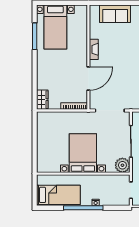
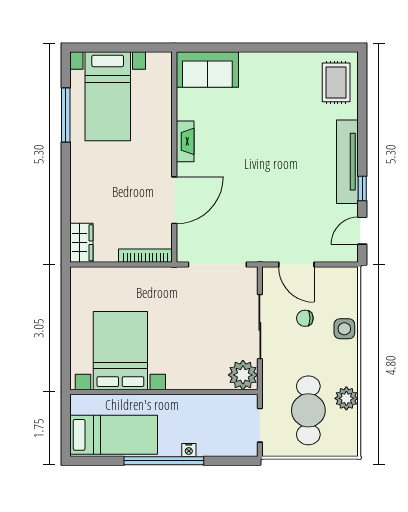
sofa: (115, 14) -> (207, 70), moved
bed with nightstands: (83, 153) -> (120, 351), moved

